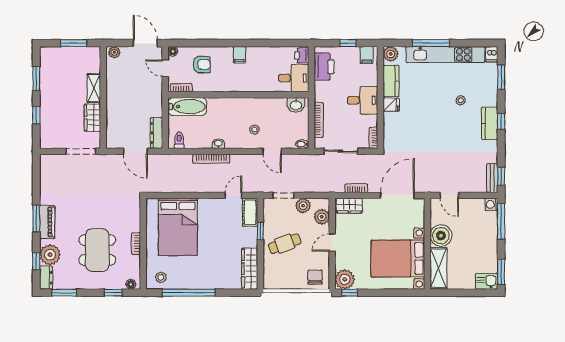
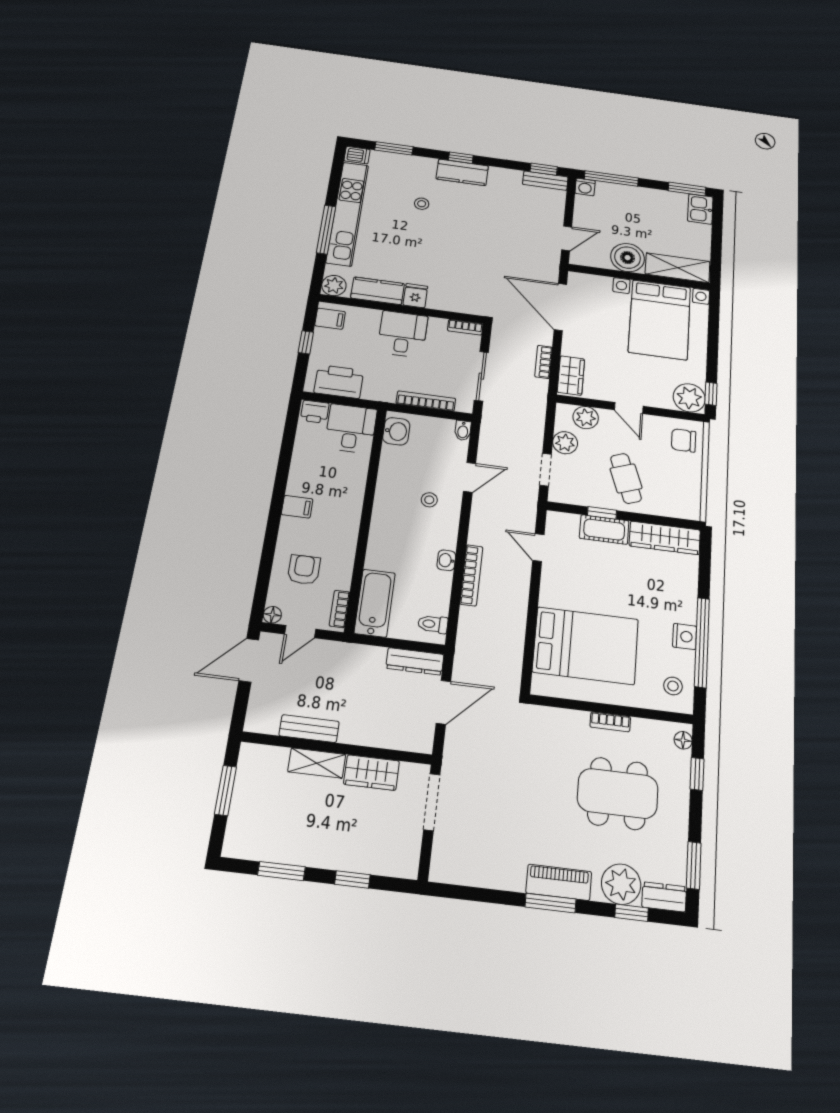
plant: (114, 52) -> (256, 717), removed
bench: (112, 81) -> (309, 729), added
cot: (250, 212) -> (604, 530), moved
nightstand: (191, 283) -> (685, 636), added

